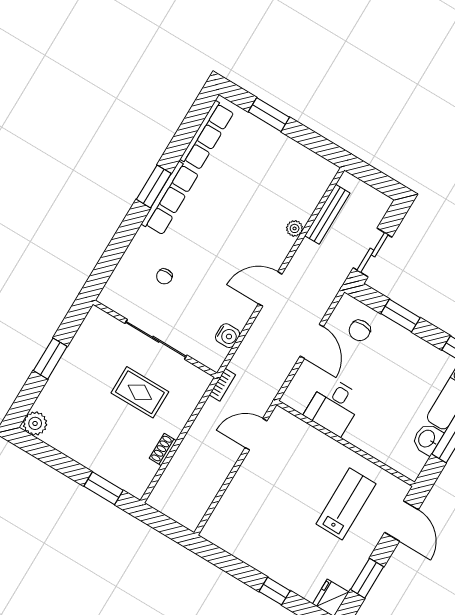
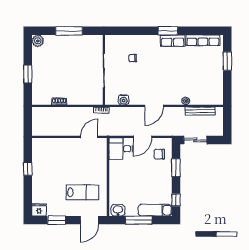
row of seats: (170, 199) -> (173, 41), width x0.68
door: (270, 289) -> (154, 106), swing flipped
window: (50, 359) -> (69, 31), width x1.44
rug: (140, 392) -> (77, 77), removed
desk: (334, 406) -> (121, 149), moved
door: (256, 434) -> (89, 137), hinge flipped
washbasin: (427, 439) -> (118, 210), moved
window: (103, 488) -> (28, 74), moved
window: (275, 591) -> (28, 169), moved

